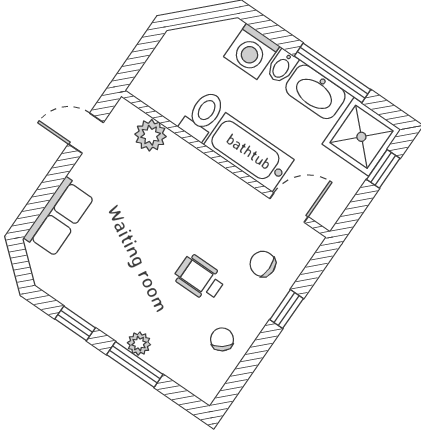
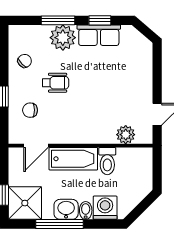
washbasin: (315, 92) -> (66, 209), width x0.72
row of seats: (59, 217) -> (99, 35), moved, turned -90
chair: (263, 264) -> (30, 110), turned 180
chair: (222, 339) -> (25, 61), turned -96
plant: (139, 344) -> (63, 38), width x1.88, depth x1.88

